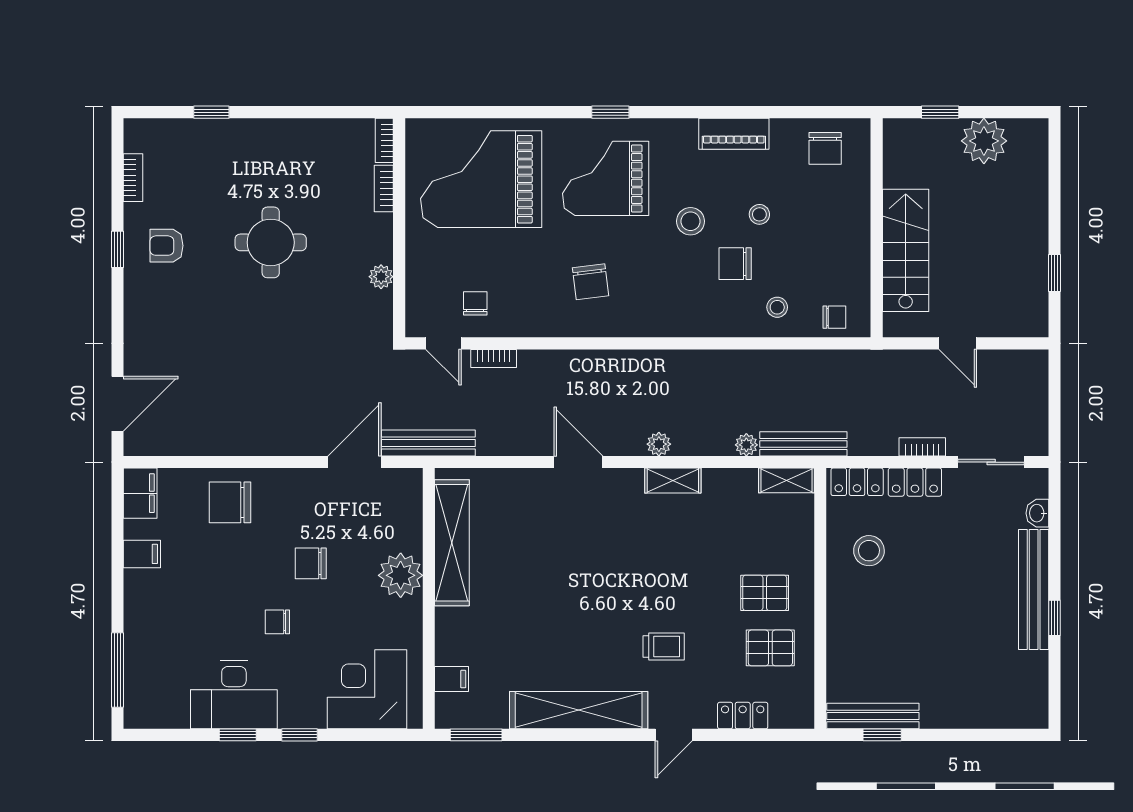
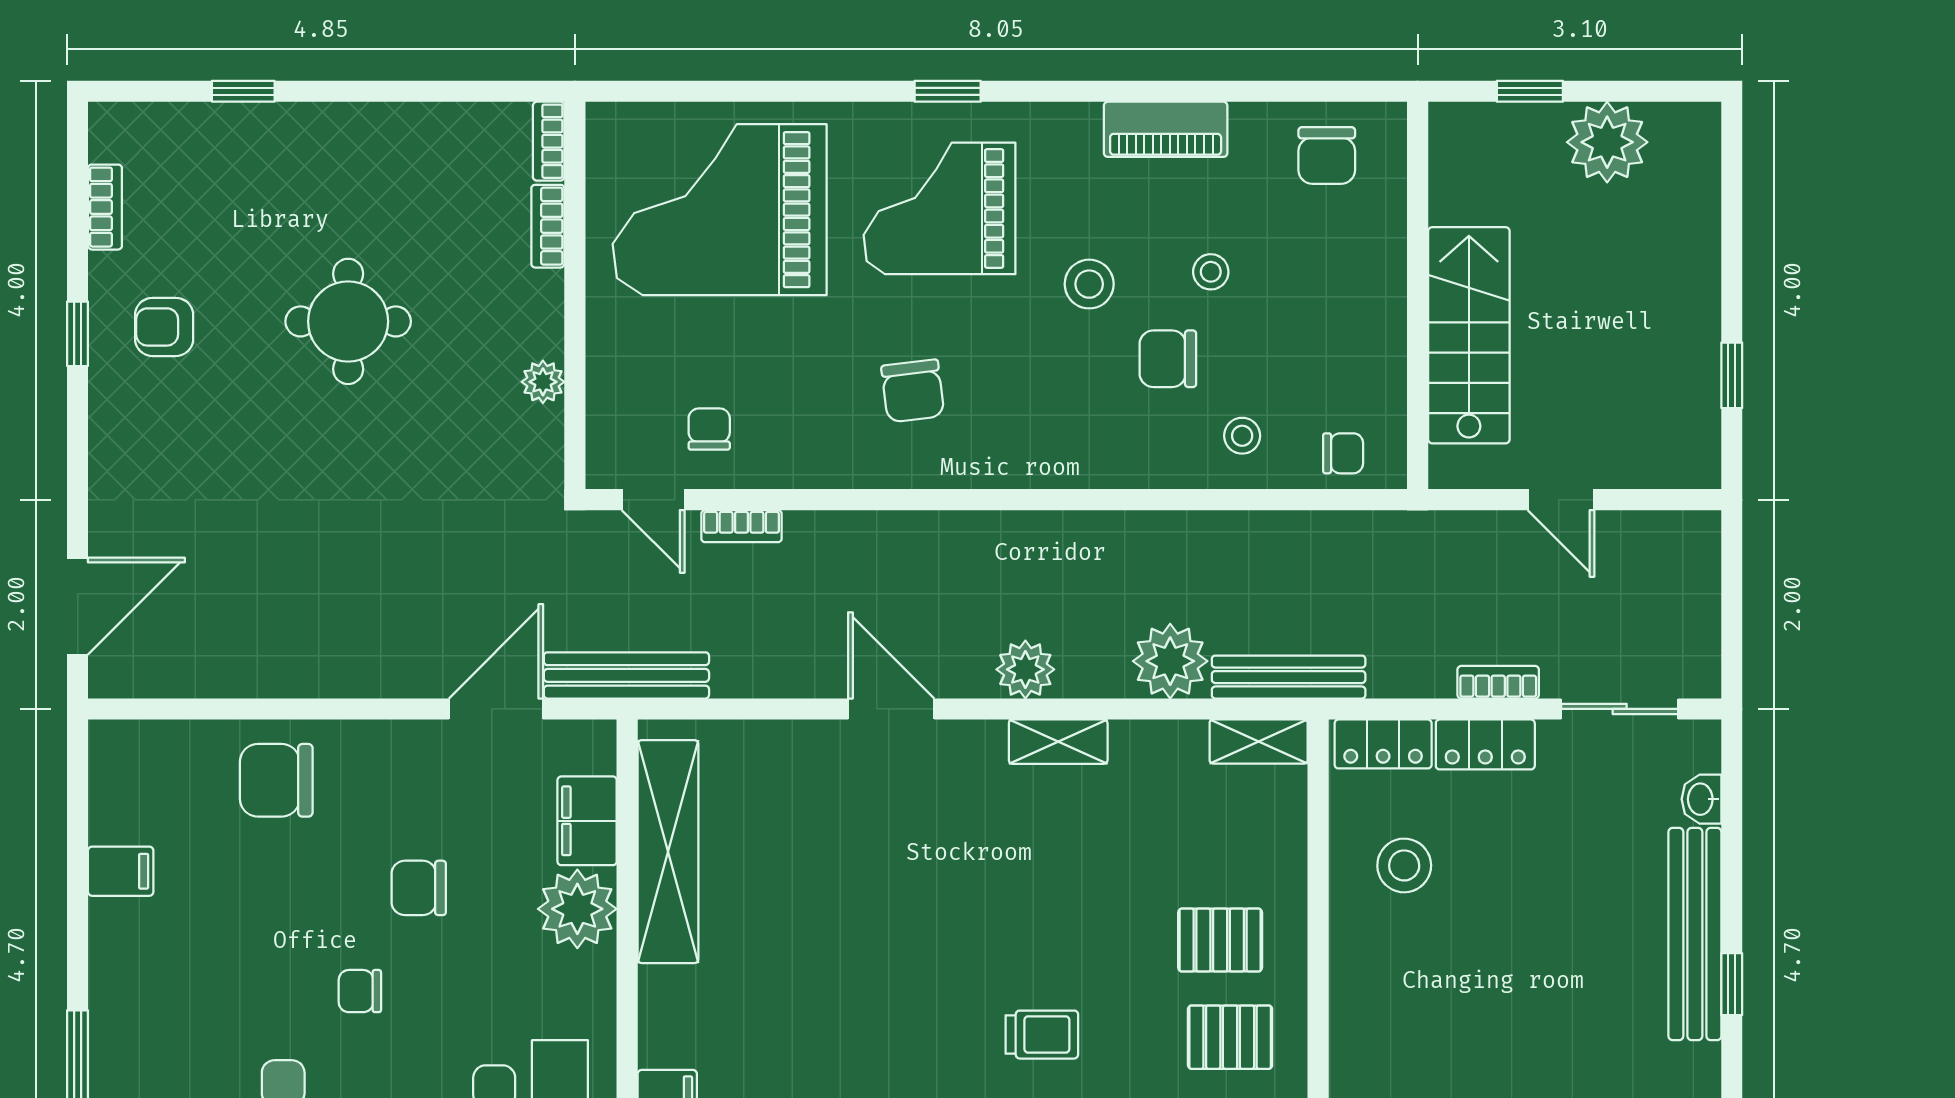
plant: (659, 444) -> (1025, 669), width x1.38, depth x1.38
plant: (746, 445) -> (1170, 661), width x1.87, depth x1.87
filing cabinet: (140, 493) -> (587, 821), moved, turned 180

